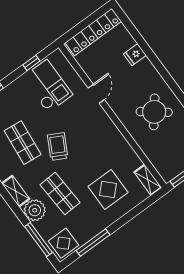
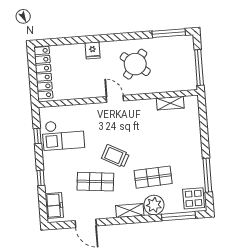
fridge: (135, 55) -> (93, 50), moved
checkout: (47, 86) -> (63, 135), turned 180
door: (96, 94) -> (115, 99), moved
shelving: (148, 180) -> (170, 103), moved
display table: (108, 189) -> (173, 138), removed

